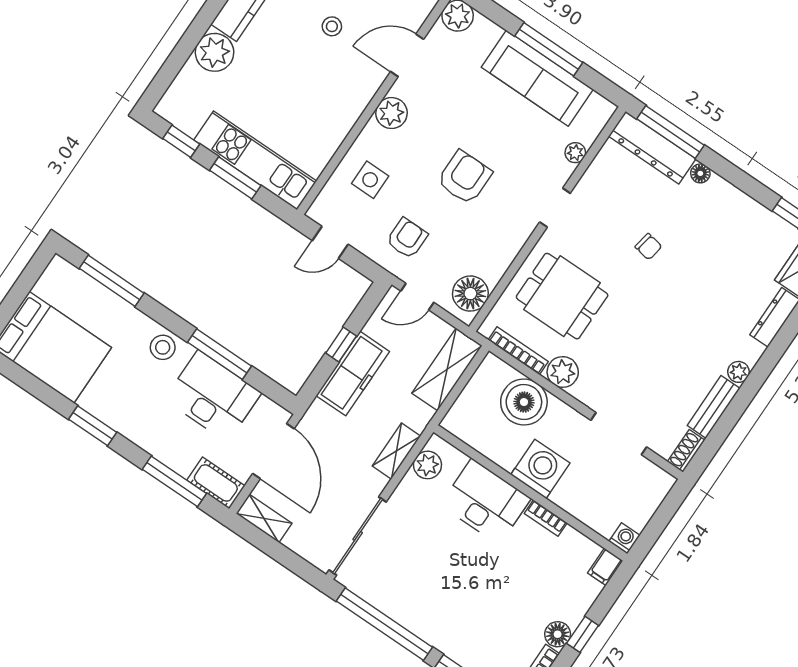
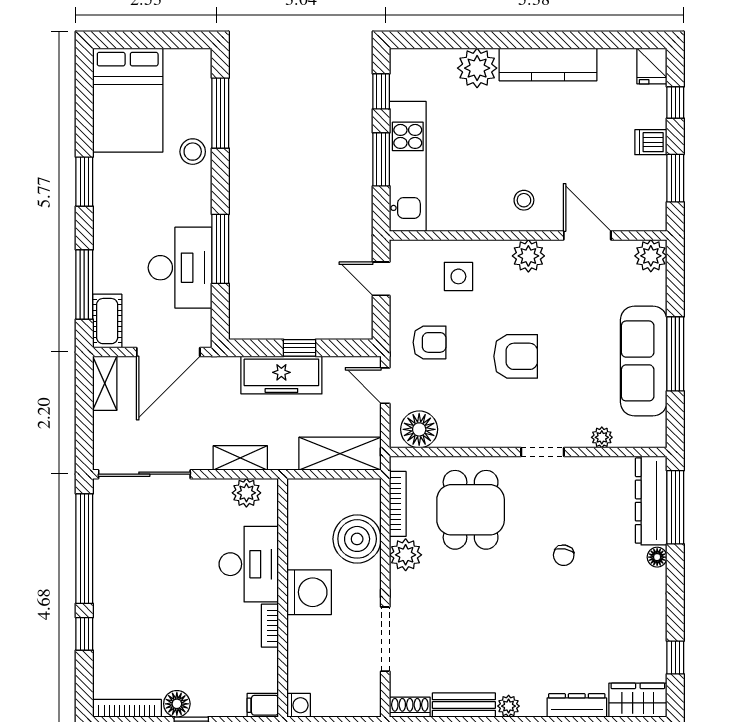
stool: (332, 26) -> (524, 200), moved
stool: (163, 347) -> (193, 152), moved

